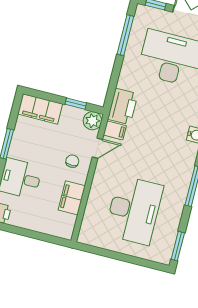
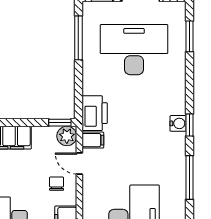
window: (76, 104) -> (60, 123), moved
door: (97, 148) -> (79, 163), swing flipped

